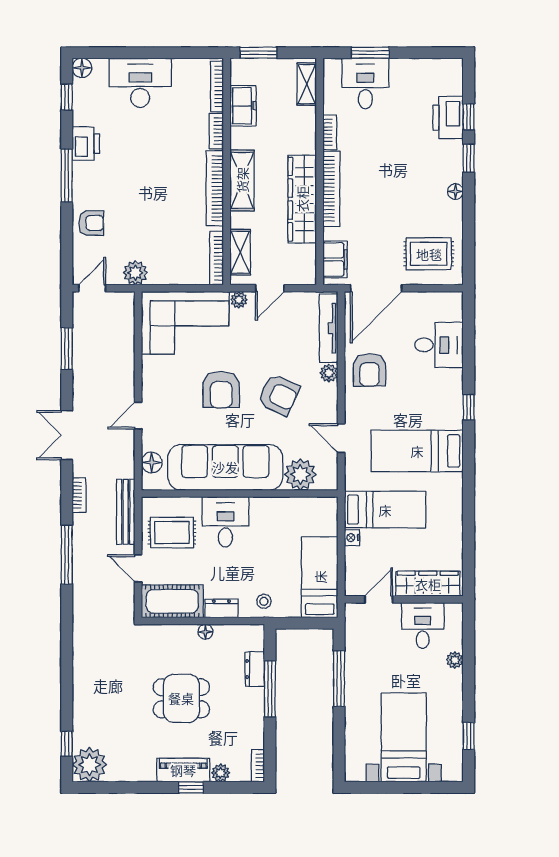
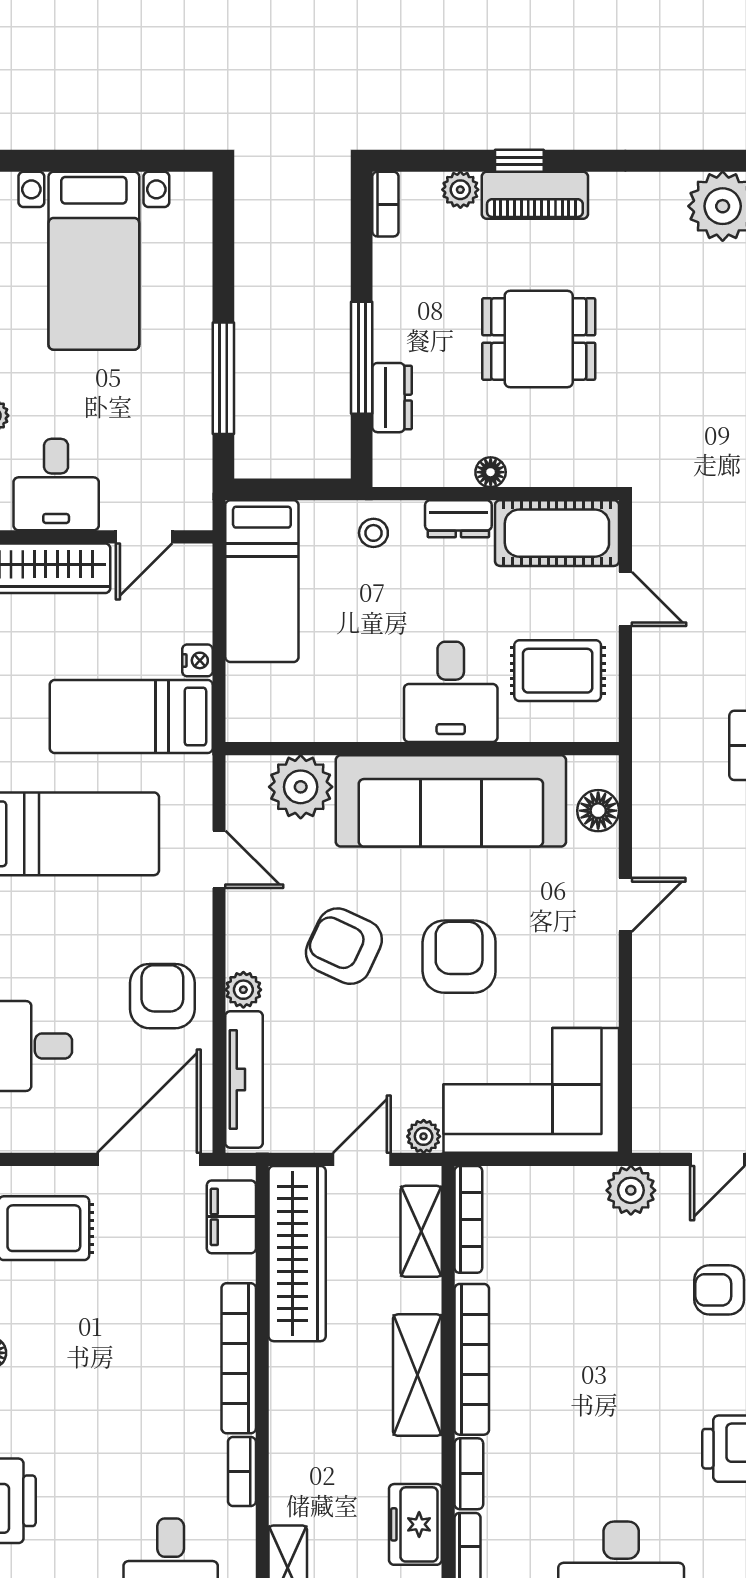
wardrobe: (302, 199) -> (297, 1254), moved
bench: (126, 512) -> (650, 712), removed

